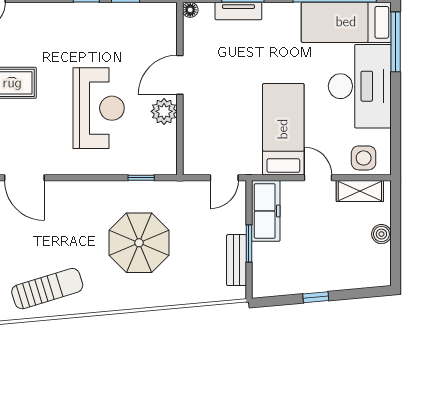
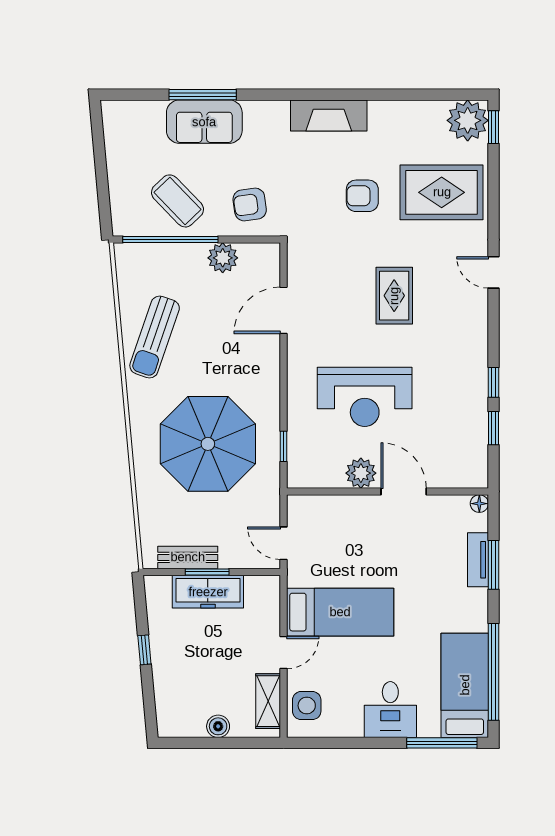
desk: (360, 86) -> (390, 710), width x0.53, depth x0.77
freezer: (266, 211) -> (208, 592), moved
parasol: (139, 243) -> (208, 444), width x1.36, depth x1.36
sun lounger: (47, 289) -> (155, 337), turned 36

